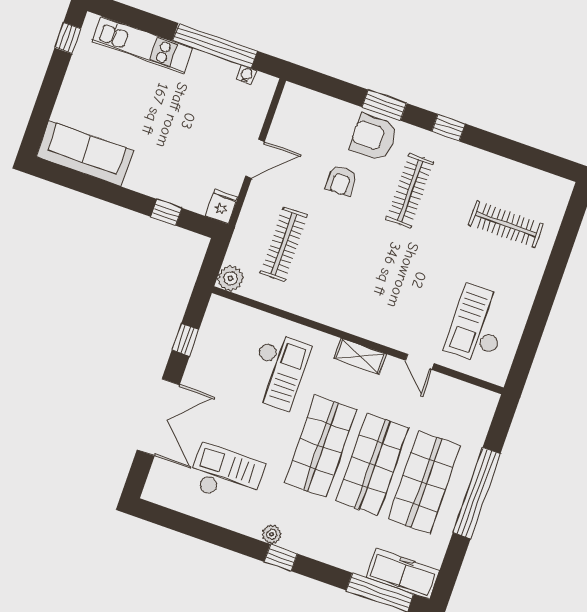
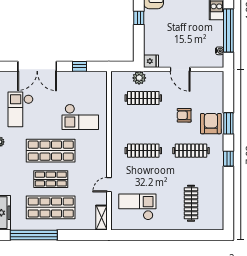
window: (166, 212) -> (139, 18), moved
plant: (230, 278) -> (139, 78), moved
clothes rail: (380, 278) -> (143, 151), added
shelving: (360, 356) -> (102, 218), moved
shop shelf: (372, 464) -> (51, 179), width x0.70, depth x0.74
checkout: (226, 475) -> (21, 109), turned 180
window: (477, 493) -> (34, 235), moved

